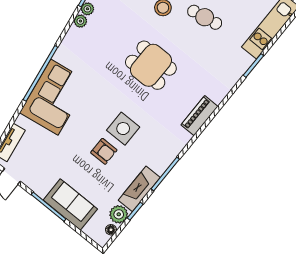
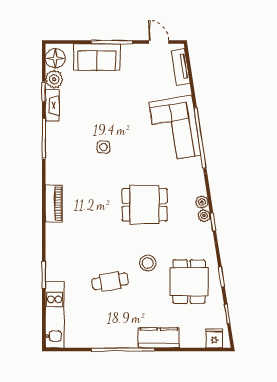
dining table: (151, 65) -> (145, 205), moved
side table: (123, 129) -> (104, 147), width x0.54, depth x0.54
armchair: (104, 151) -> (104, 118), removed
fireplace: (139, 189) -> (52, 105), width x0.73, depth x0.76
floor lamp: (111, 230) -> (55, 58), width x1.89, depth x1.89

